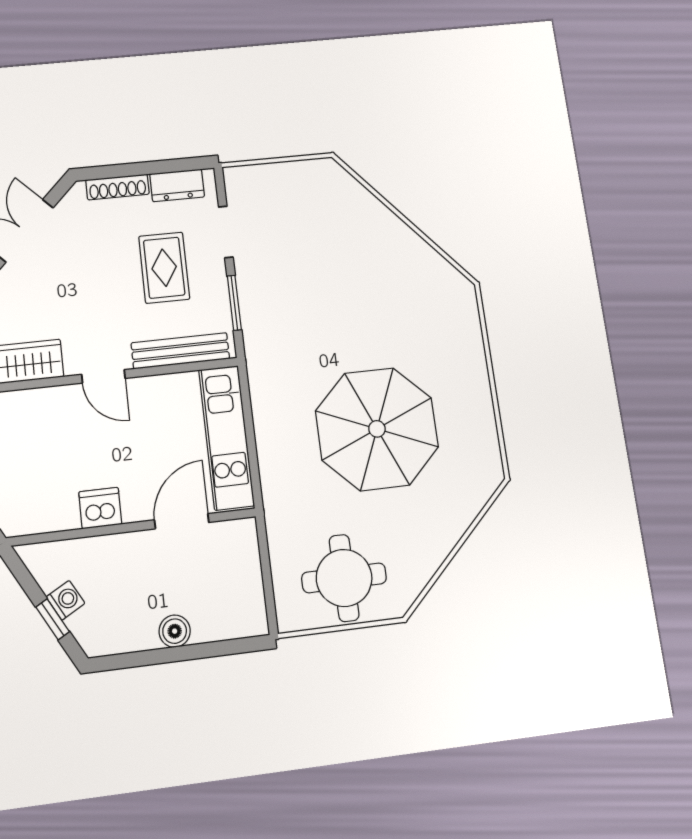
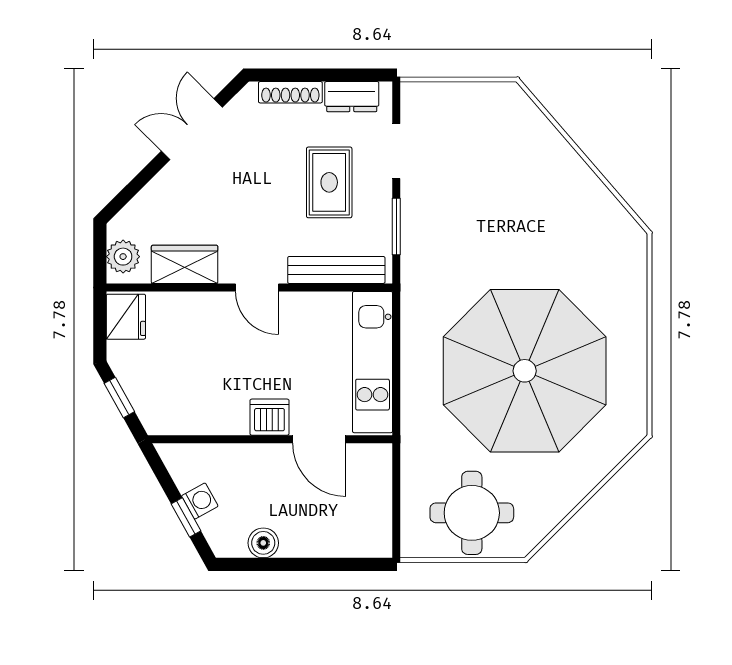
parasol: (377, 429) -> (525, 371), width x1.36, depth x1.36
dishwasher: (100, 508) -> (269, 417), moved
door: (182, 521) -> (319, 439), swing flipped
boiler: (175, 631) -> (263, 543), moved

